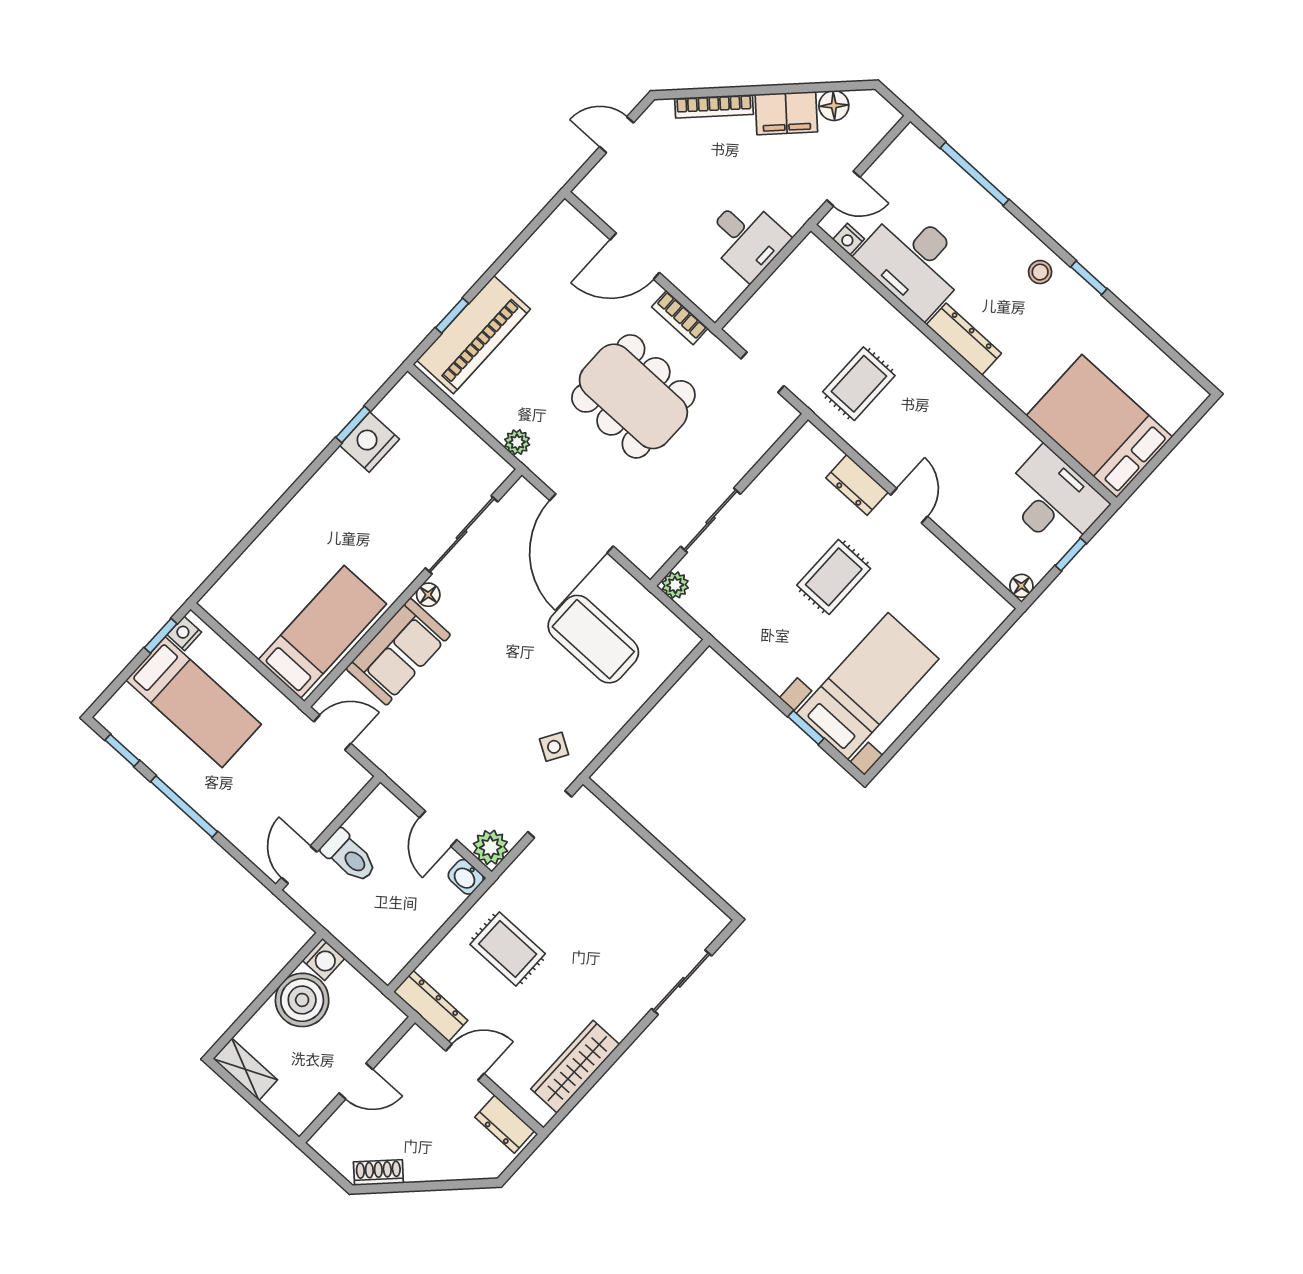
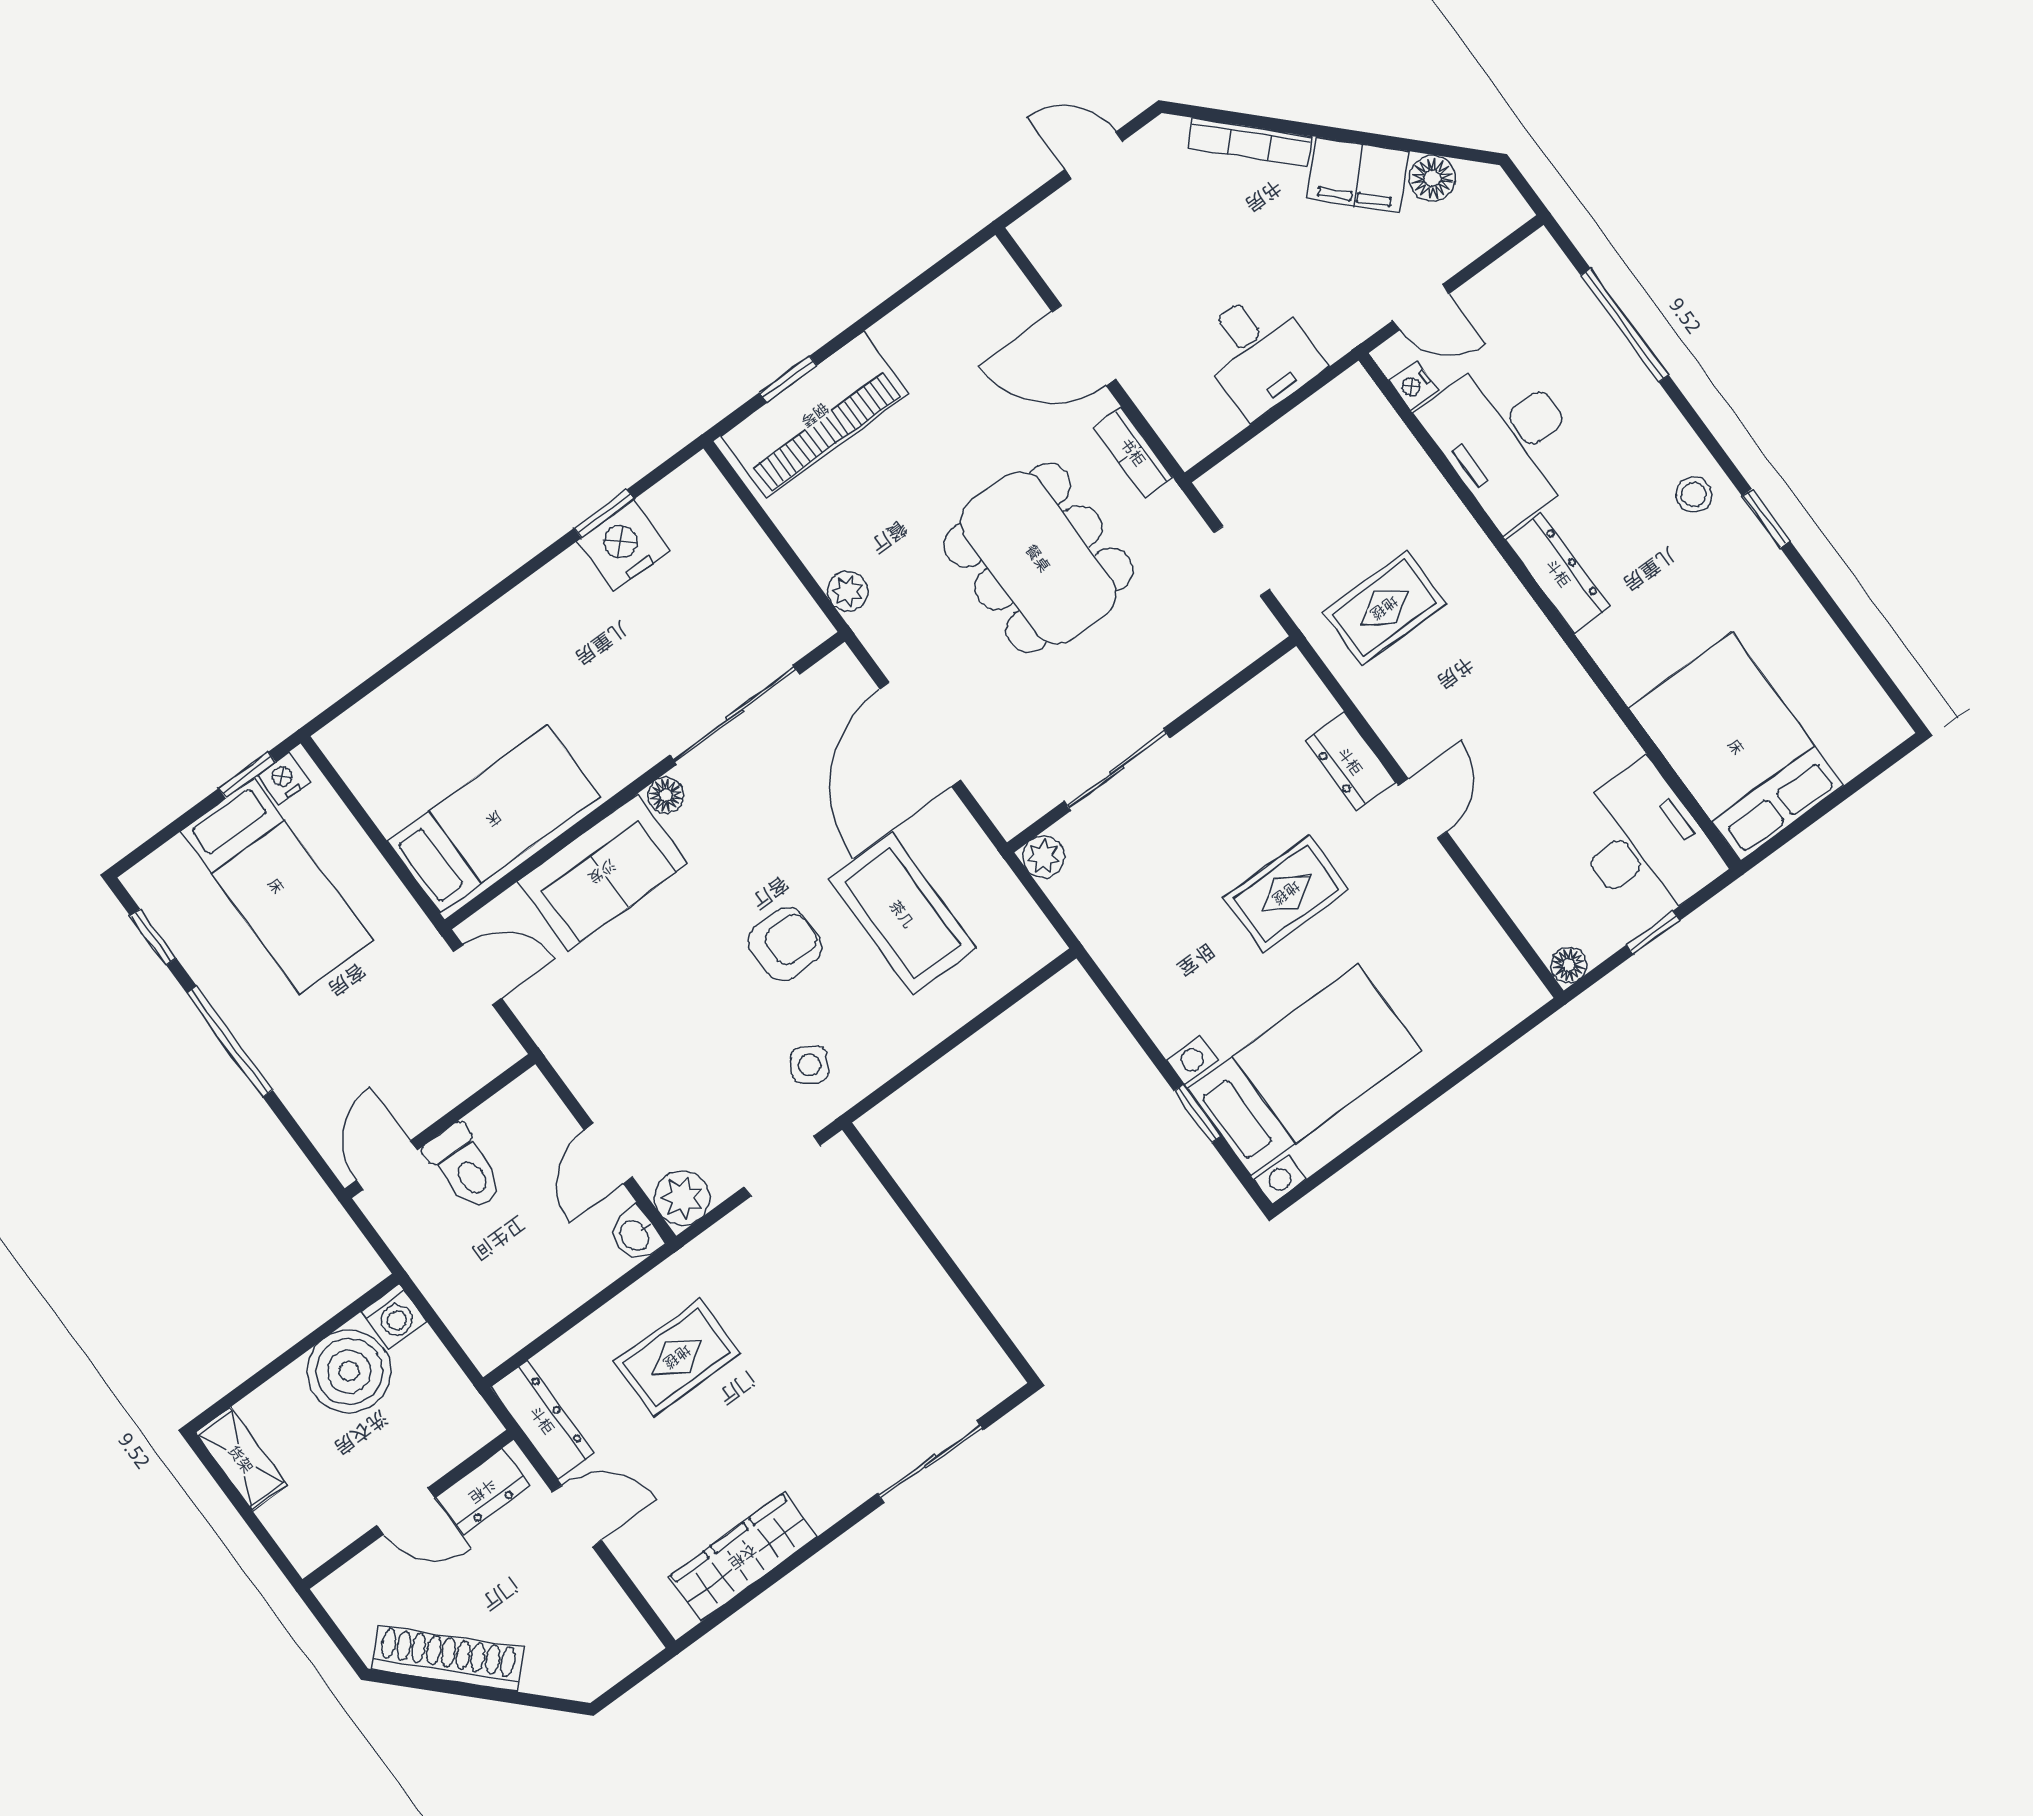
armchair: (523, 673) -> (785, 944), added
rug: (508, 949) -> (677, 1357), turned 90
dresser: (505, 1124) -> (483, 1491), moved, turned -90
shoe rack: (378, 1173) -> (448, 1658), width x1.94, depth x1.24

